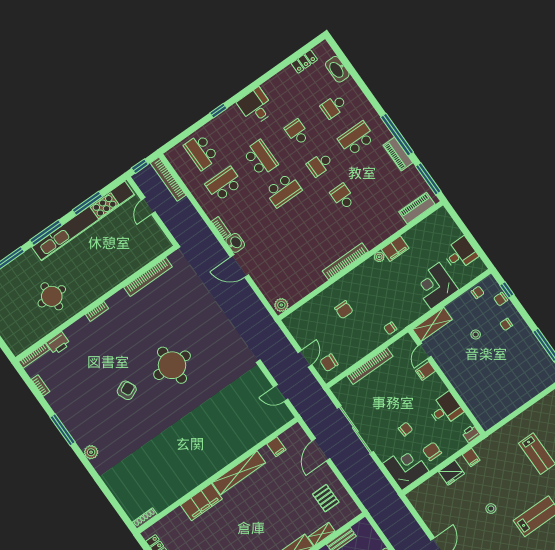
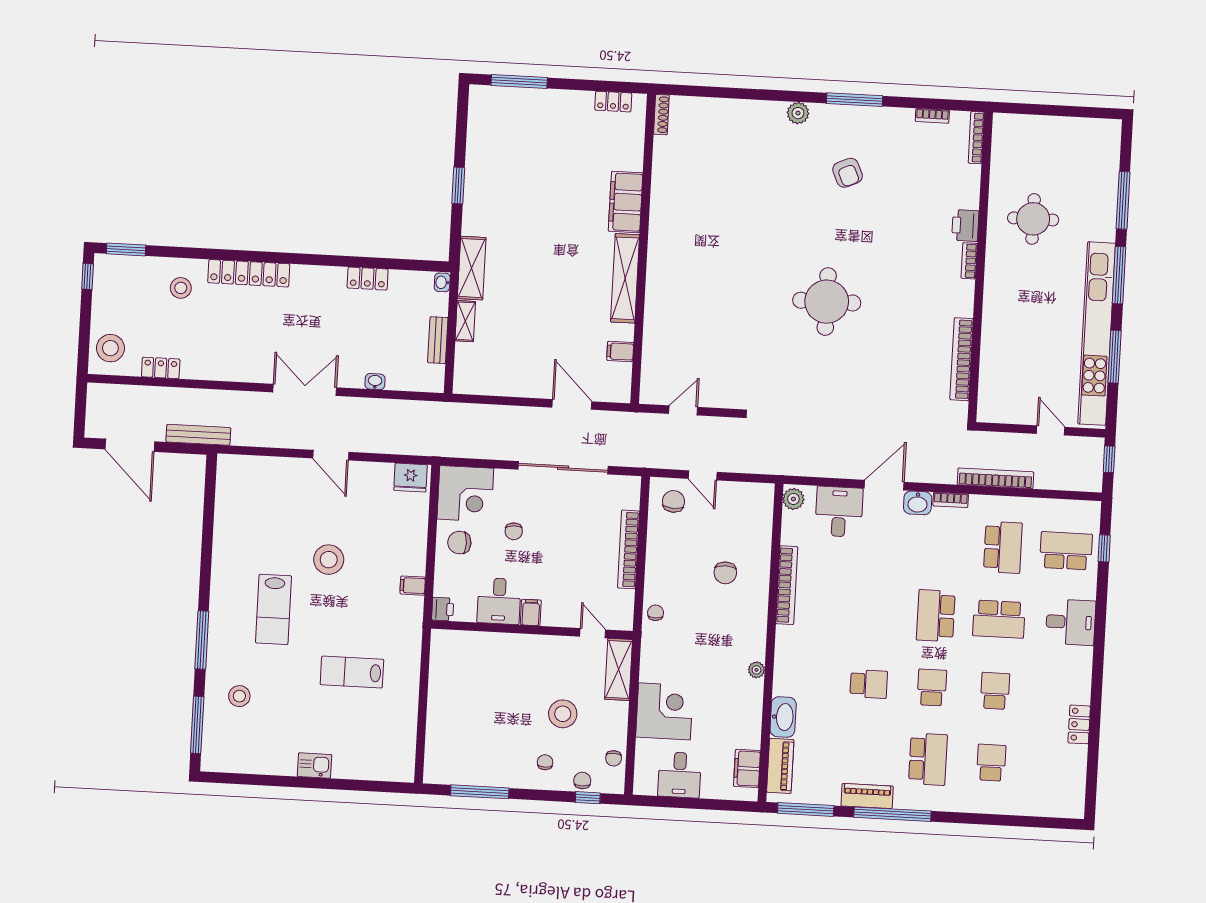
locker: (304, 62) -> (1079, 724), moved
washbasin: (337, 69) -> (783, 717), moved, turned 90
desk: (256, 107) -> (1071, 622), moved
window: (218, 111) -> (1104, 548), moved
school desk: (297, 132) -> (995, 691), turned -90
bookcase: (168, 179) -> (995, 478), moved
filing cabinet: (395, 249) -> (747, 768), moved
bookcase: (345, 261) -> (787, 585), moved
desk: (270, 278) -> (839, 512), added
chair: (344, 310) -> (725, 573), turned -90
stool: (476, 335) -> (563, 714), width x1.89, depth x1.89
printer: (58, 343) -> (965, 225), moved
filing cabinet: (425, 371) -> (531, 612), moved
armchair: (127, 390) -> (848, 173), moved
chair: (432, 451) -> (459, 543), turned 180
fridge: (451, 473) -> (411, 478), moved, turned -90
pallet: (326, 498) -> (506, 362), removed
stool: (491, 509) -> (329, 560), width x1.89, depth x1.89

